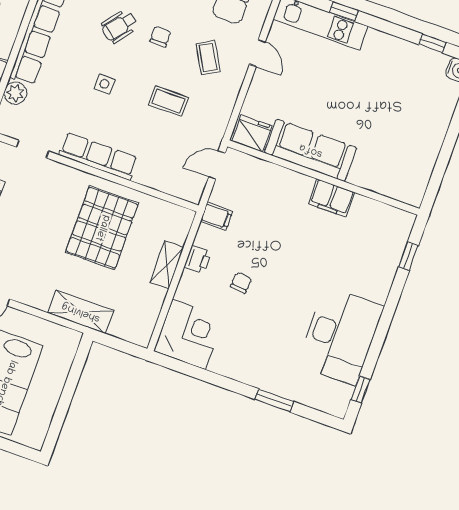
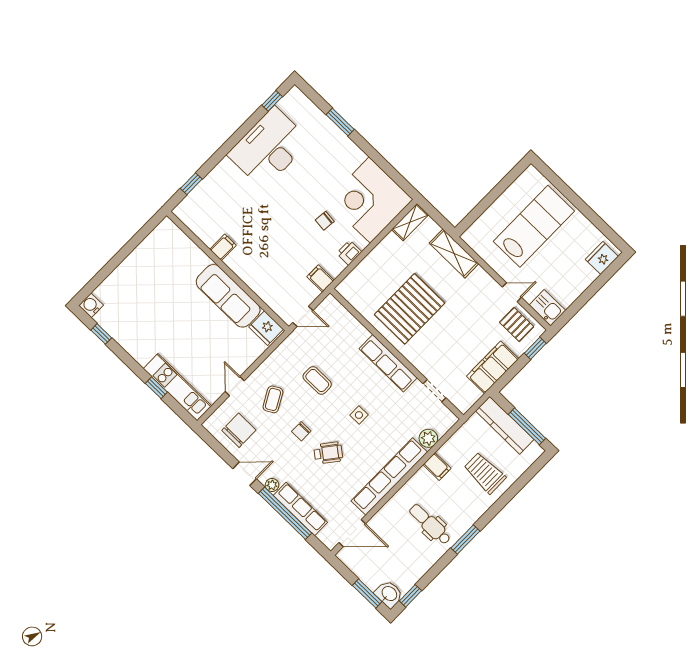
filing cabinet: (331, 198) -> (223, 247), width x0.50
shelving: (167, 265) -> (410, 222), moved
corner desk: (189, 335) -> (370, 200), width x1.36, depth x1.36

